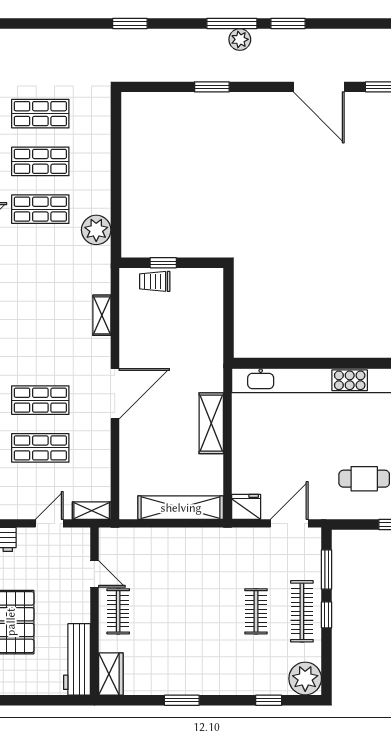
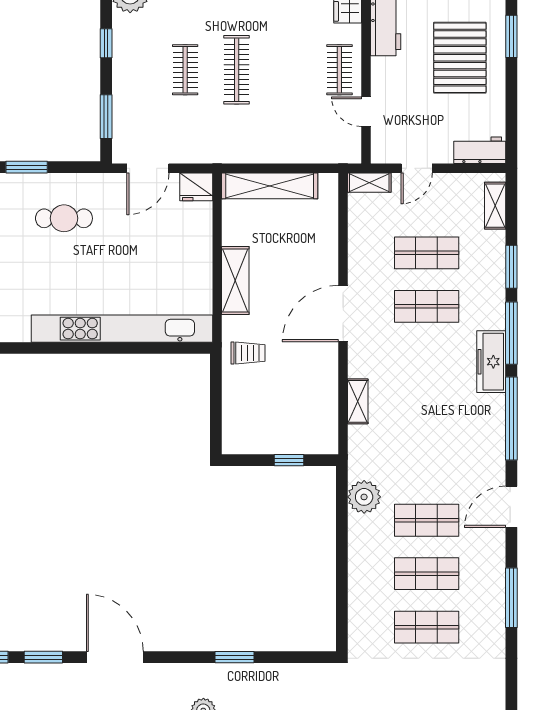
trolley: (155, 281) -> (248, 353), moved
clothes rail: (302, 611) -> (237, 70), moved
window: (327, 615) -> (106, 43), moved

